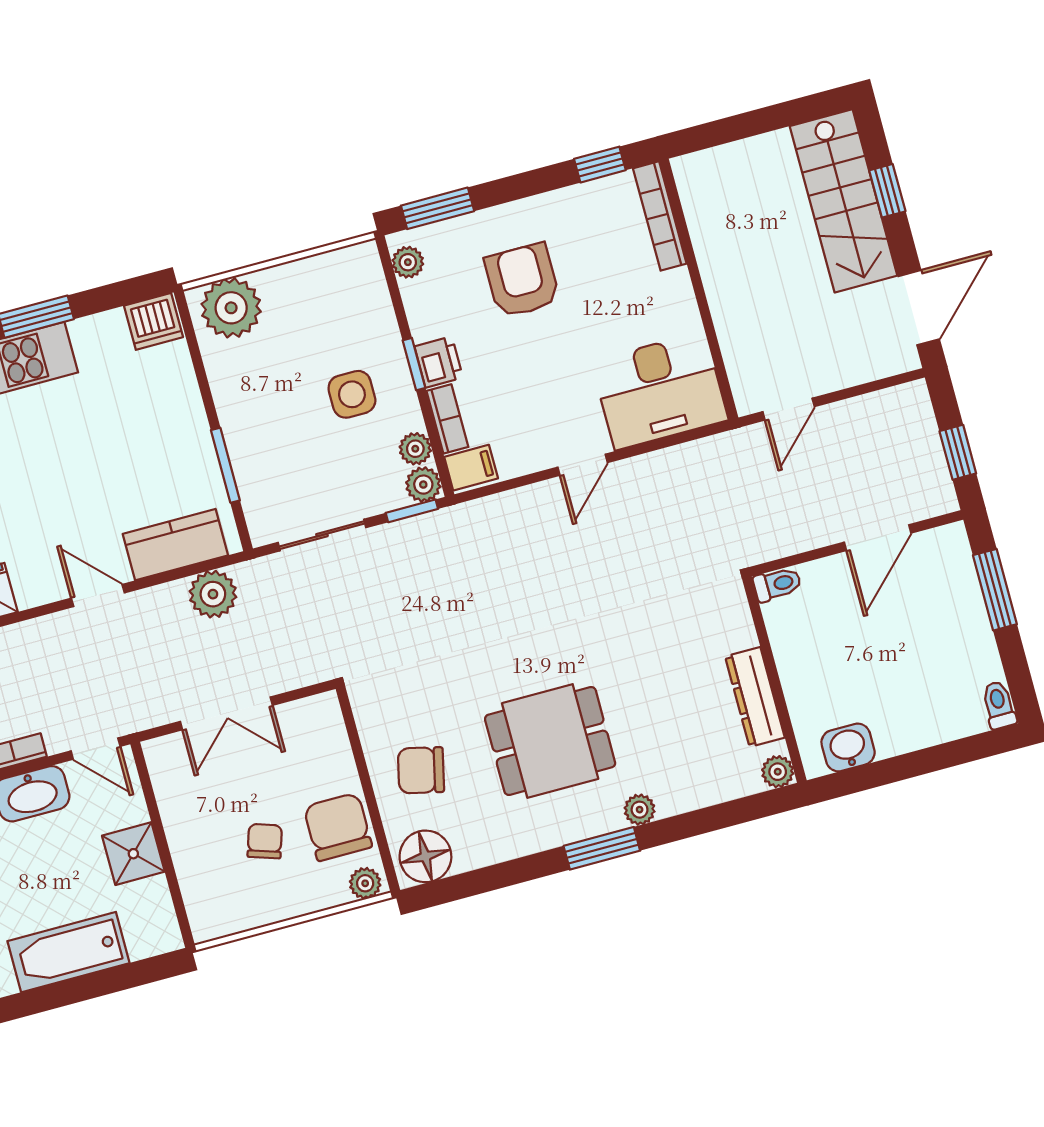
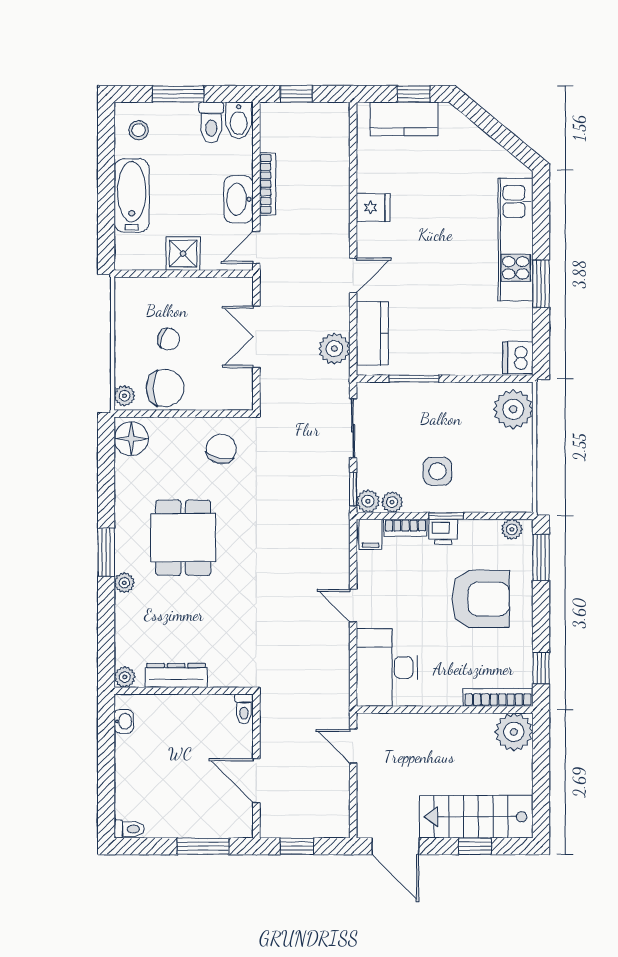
plant: (704, 179) -> (514, 732), added
armchair: (522, 280) -> (481, 599), width x1.36, depth x1.36
washbasin: (848, 747) -> (124, 721), width x0.72, depth x0.69
chair: (421, 770) -> (221, 449), moved

